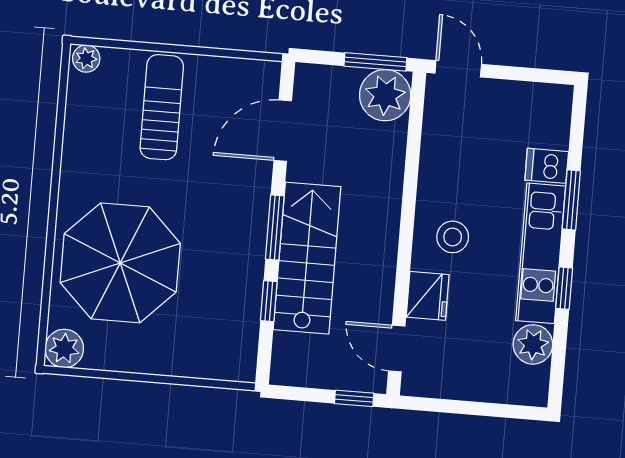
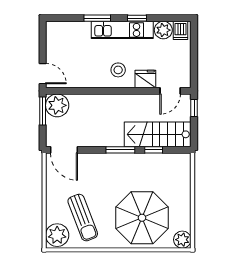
plant: (86, 59) -> (57, 235), width x1.88, depth x1.88
door: (458, 69) -> (43, 74), swing flipped
sun lounger: (162, 107) -> (83, 218), moved, turned -111
door: (283, 131) -> (64, 150), moved
dishwasher: (547, 166) -> (181, 30), moved
stairs: (307, 258) -> (158, 134), moved

